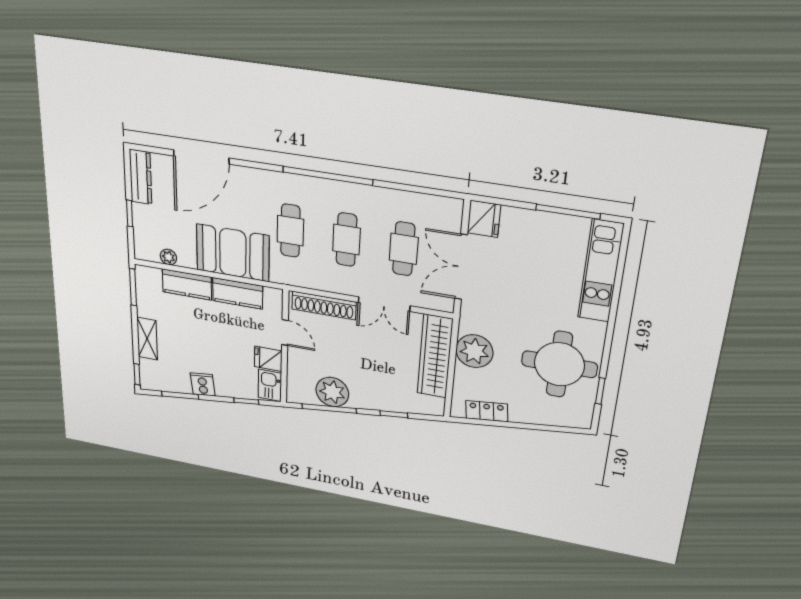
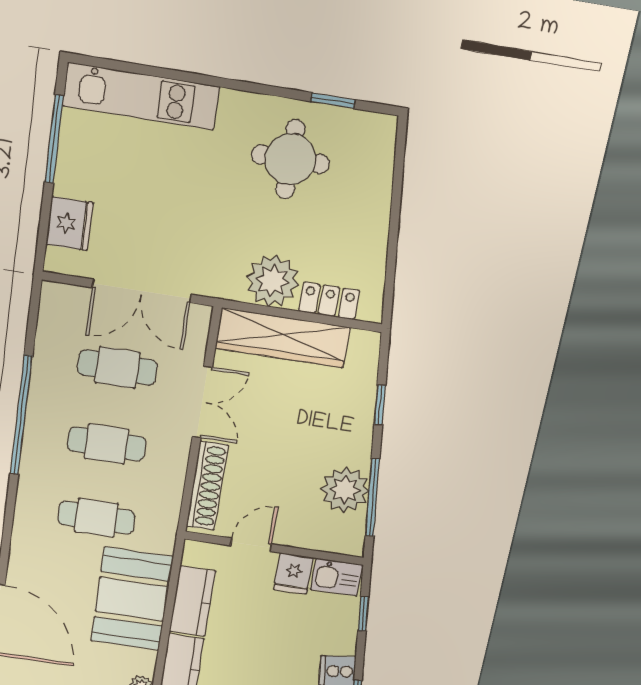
window: (328, 176) -> (21, 415), moved
fridge: (484, 219) -> (70, 224), moved, turned 90
round table: (559, 364) -> (290, 159), width x0.73, depth x0.73
locker: (487, 411) -> (329, 301), moved, turned 97

